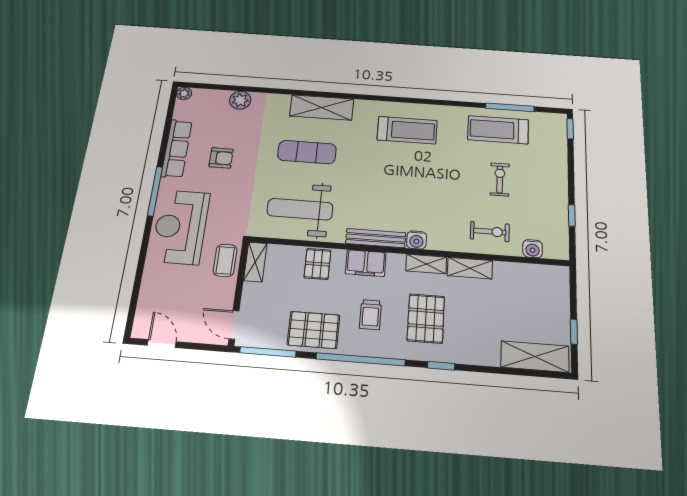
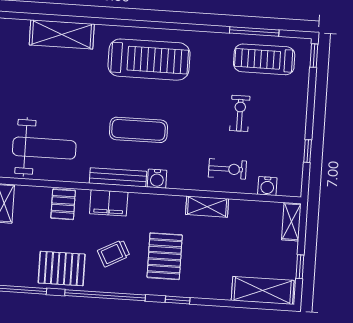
treadmill: (407, 130) -> (149, 60), width x1.37, depth x1.38
treadmill: (498, 130) -> (264, 59), moved
exercise mat: (307, 152) -> (138, 130), moved
weight bench: (300, 209) -> (44, 148), turned 180
shelving: (426, 264) -> (291, 222), moved, turned 90
trolley: (370, 315) -> (114, 253), turned 62

